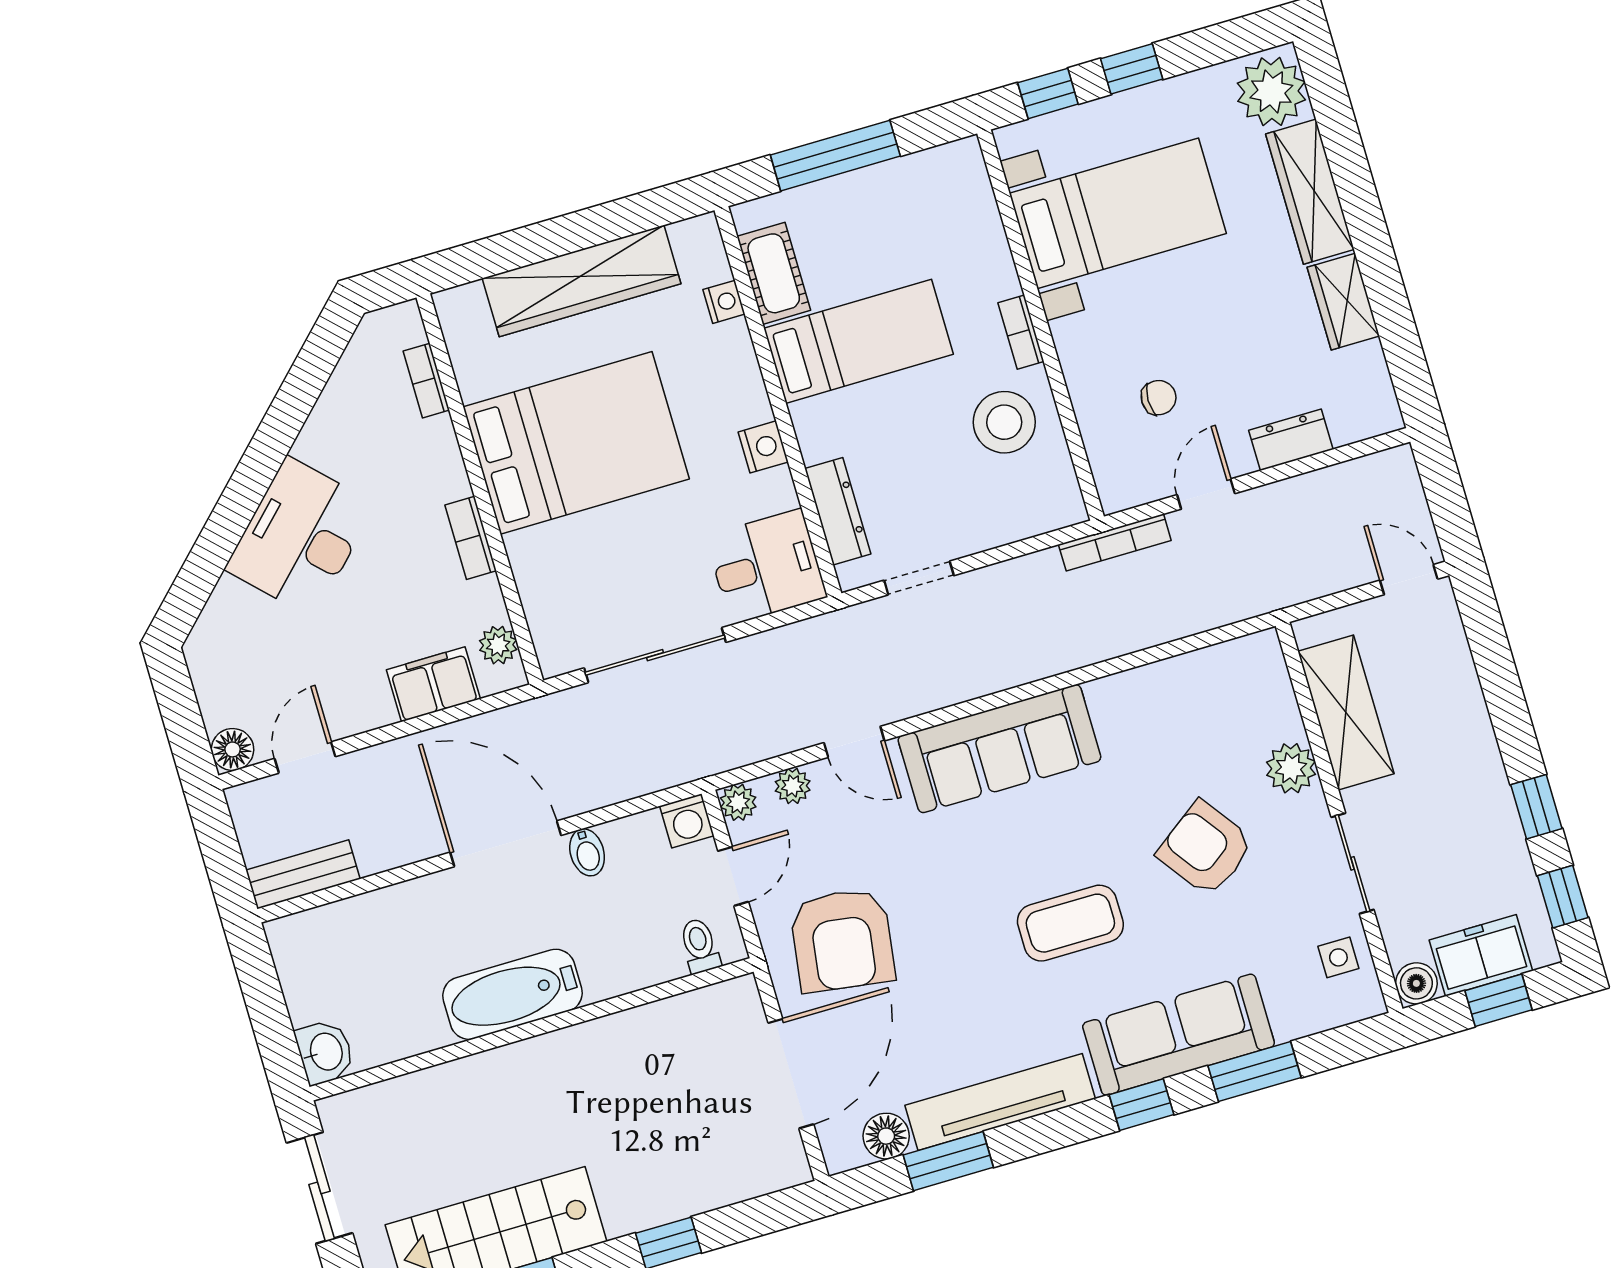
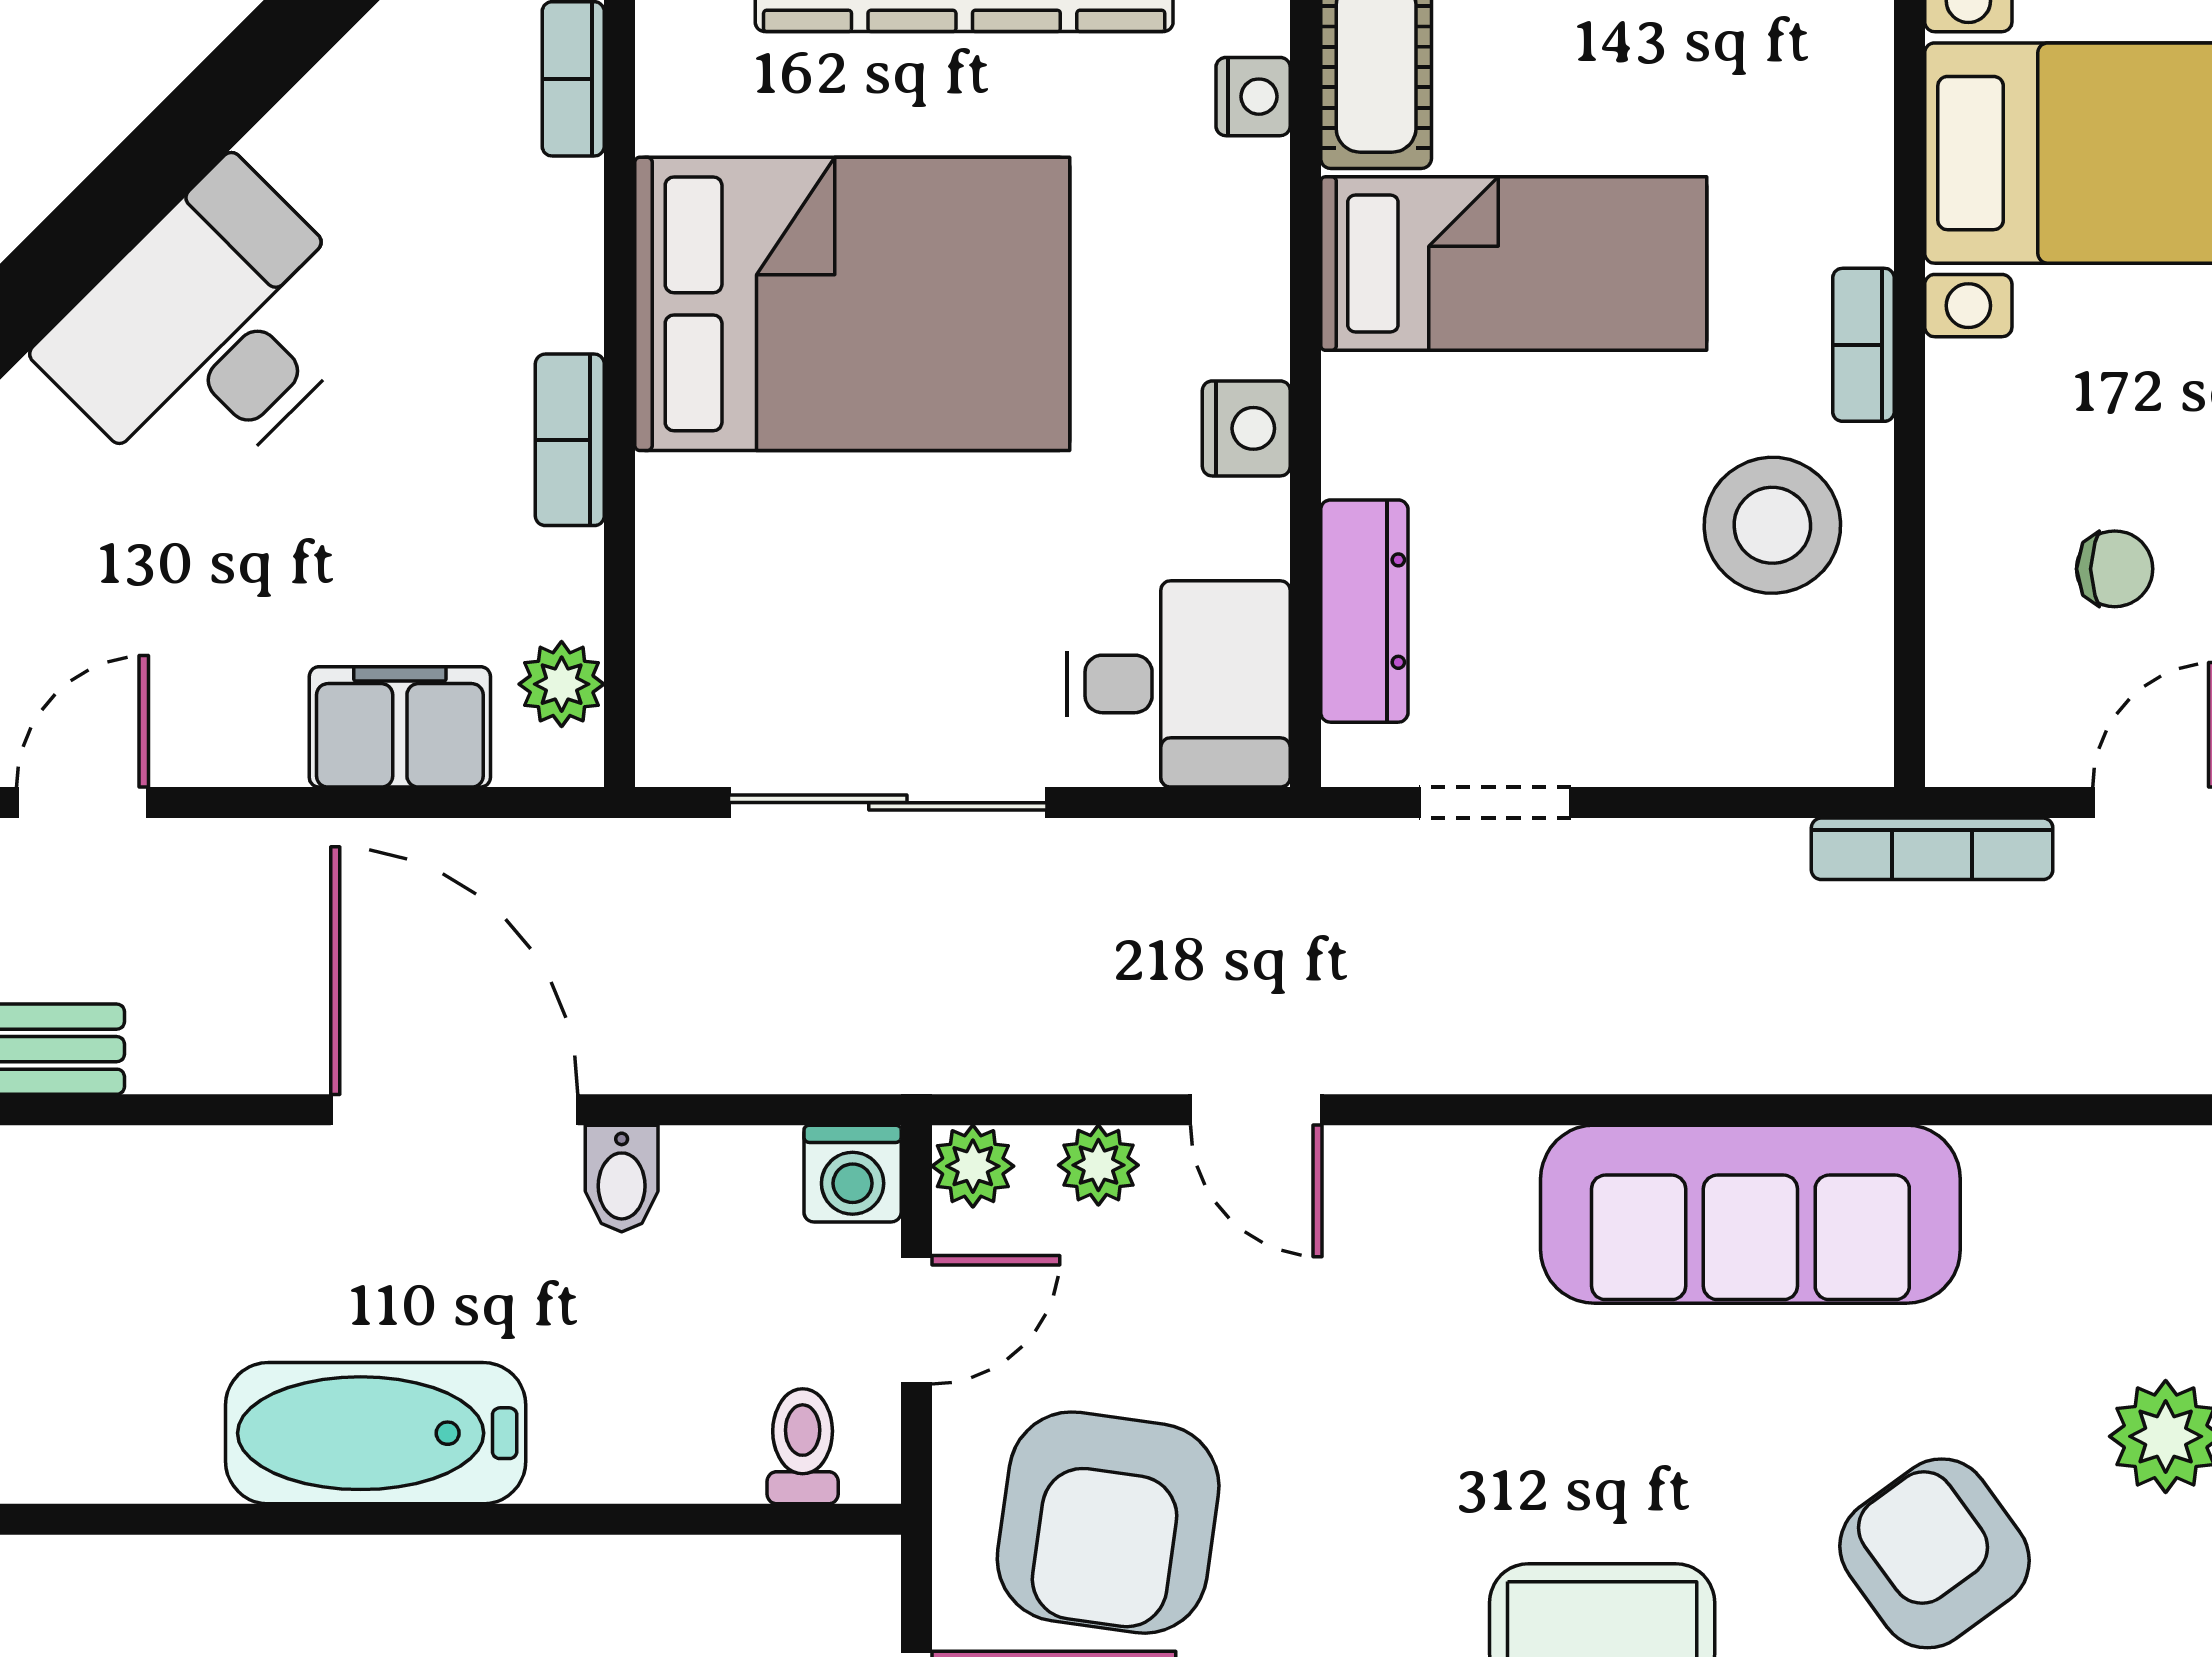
sofa: (999, 749) -> (1750, 1214), moved

